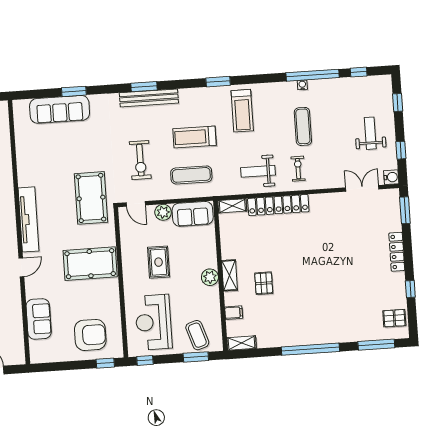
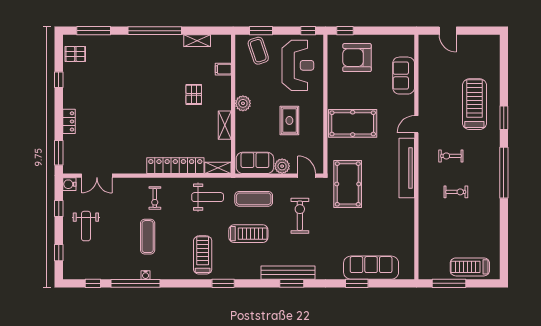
weight bench: (258, 171) -> (208, 197), moved
locker: (397, 252) -> (69, 121), width x0.66
shelving: (229, 275) -> (225, 125), moved
shelving: (241, 343) -> (197, 41), moved

